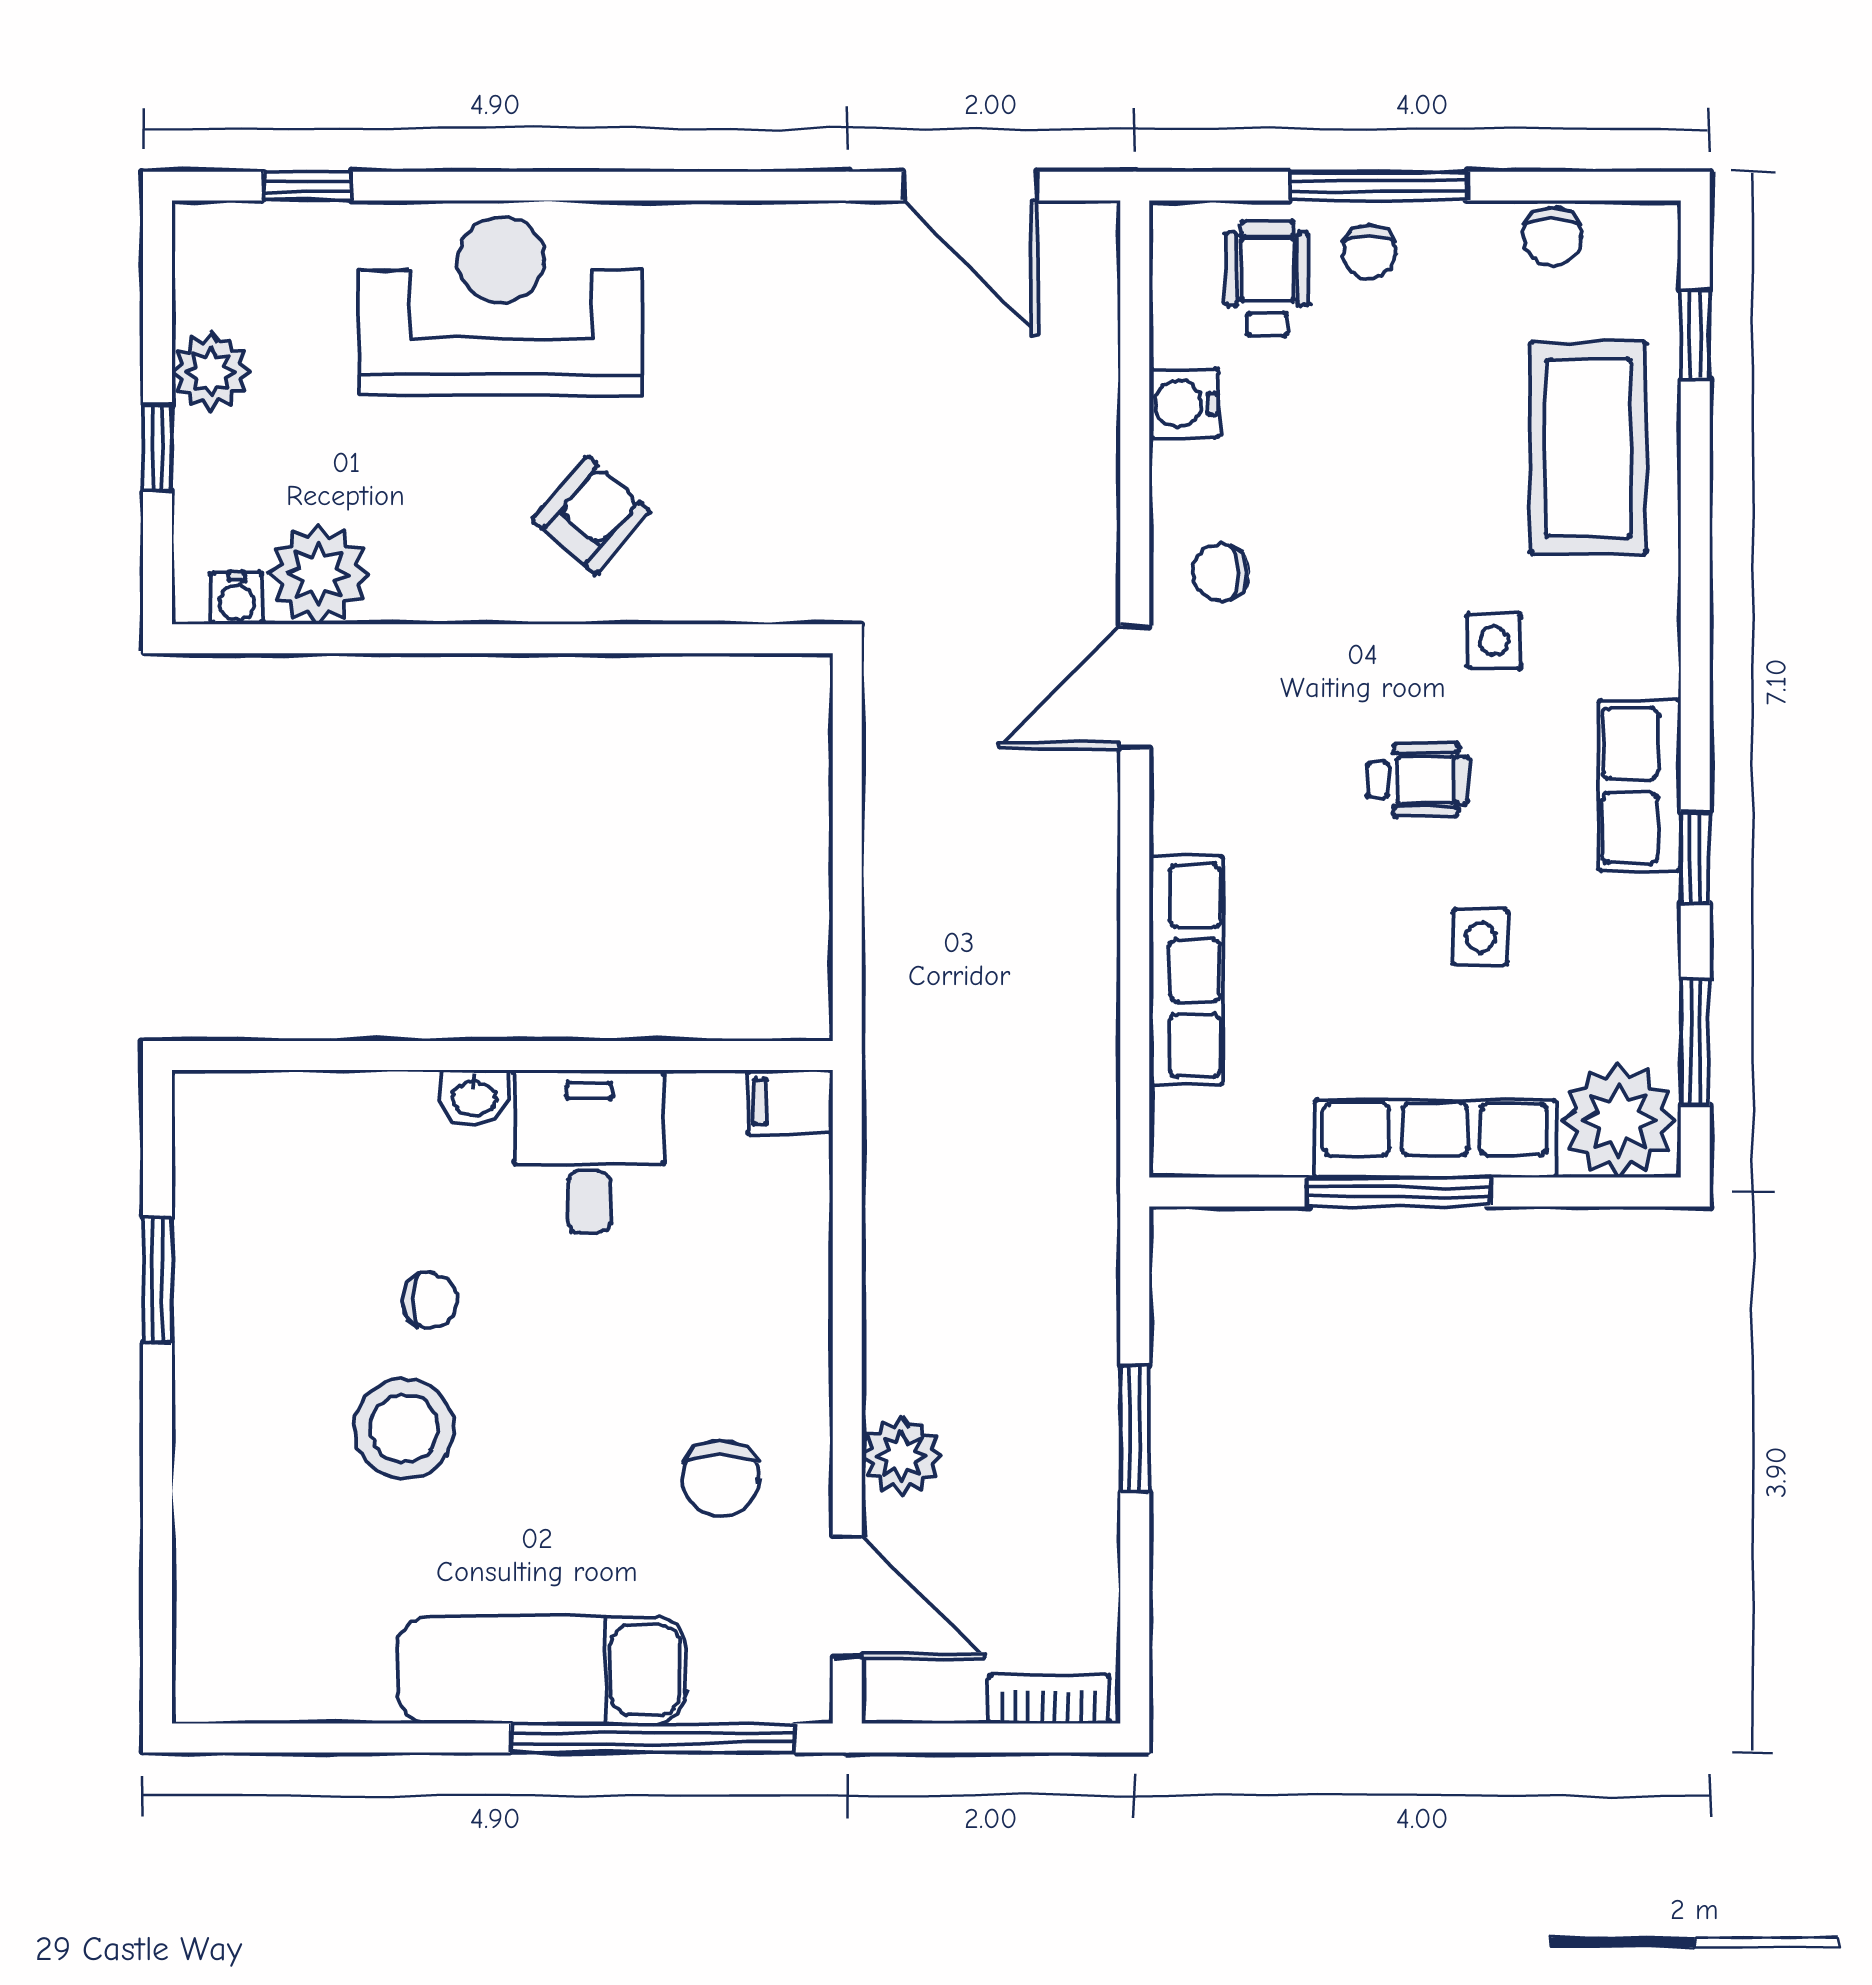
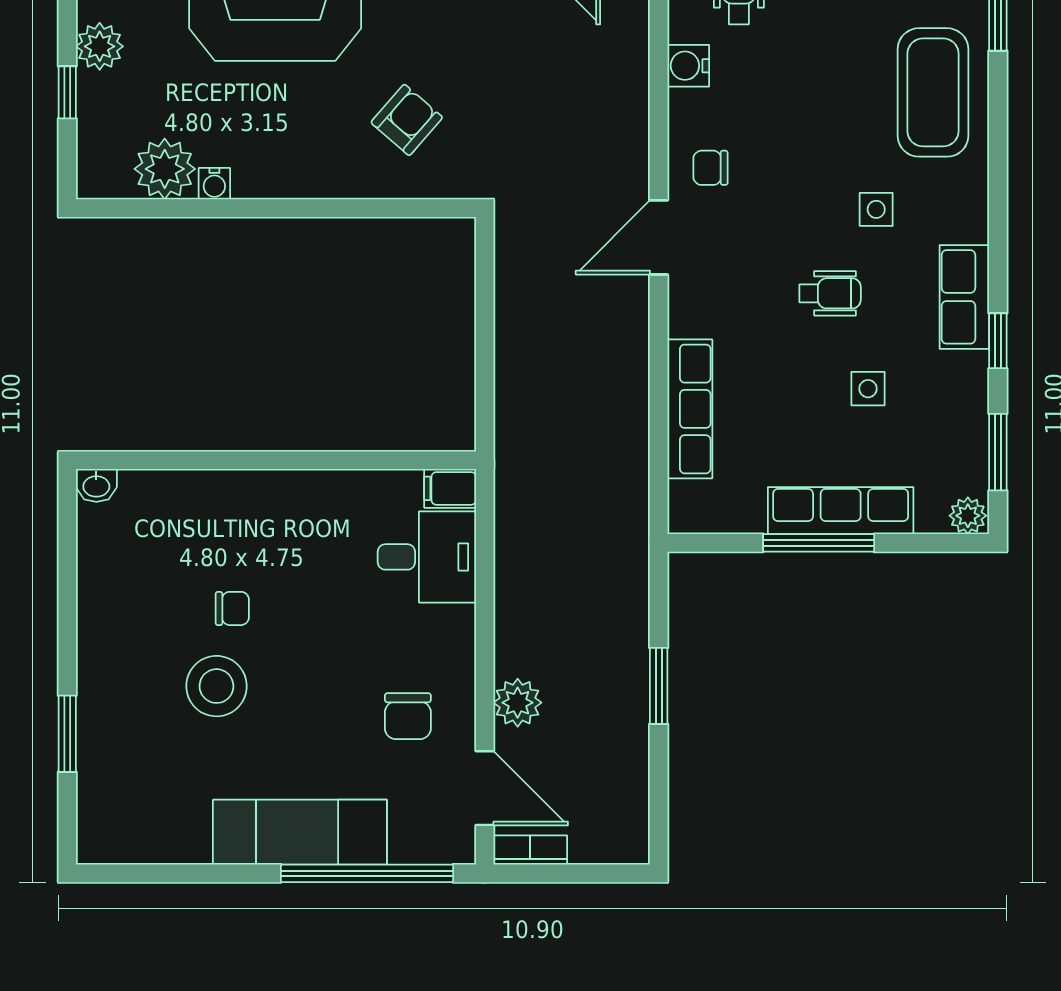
armchair: (591, 515) -> (407, 120), moved
water cooler: (237, 598) -> (214, 184), moved
washbasin: (474, 1097) -> (96, 485), moved
plant: (1619, 1120) -> (968, 516), width x0.53, depth x0.53
desk: (589, 1151) -> (427, 557), moved, turned 90
window: (158, 1280) -> (67, 734), moved
bookcase: (1049, 1699) -> (530, 850), moved

